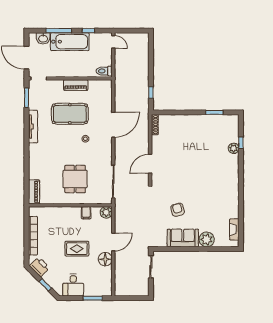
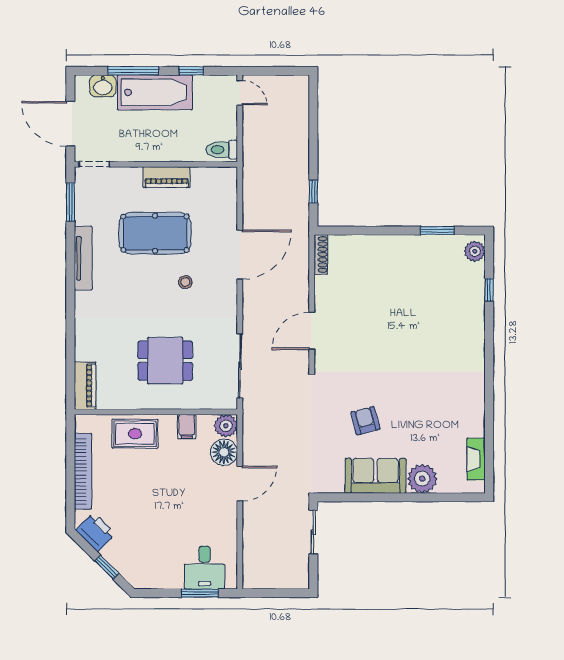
plant: (234, 148) -> (475, 251), moved
dining table: (75, 179) -> (165, 361), turned 90
rug: (77, 249) -> (135, 434), moved
floor lamp: (105, 259) -> (224, 452), moved
desk: (73, 285) -> (204, 568), moved

